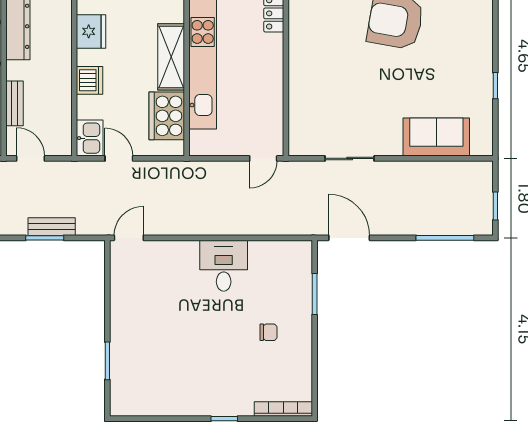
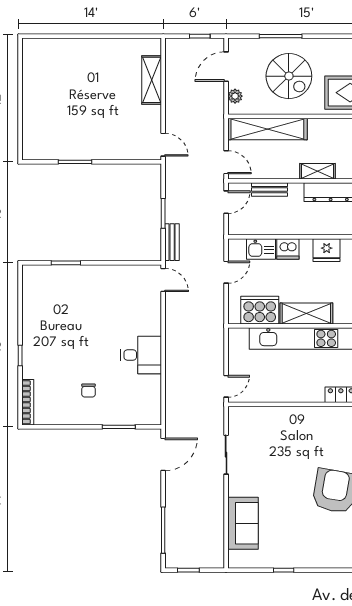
kitchen sink: (90, 138) -> (261, 249), moved
door: (263, 158) -> (226, 386), swing flipped
bench: (52, 227) -> (172, 242), moved

